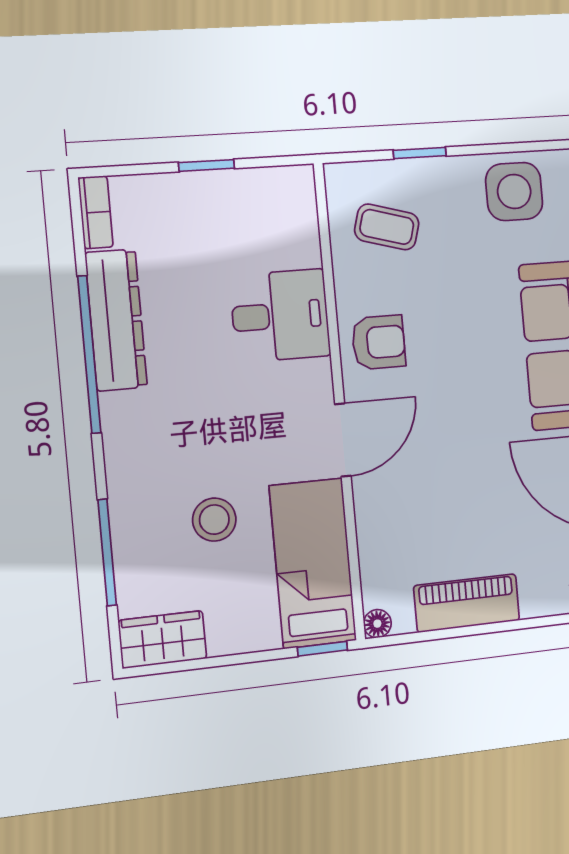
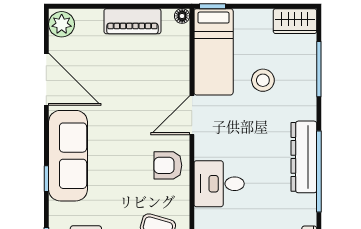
dresser: (116, 320) -> (304, 157), moved

